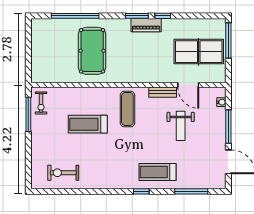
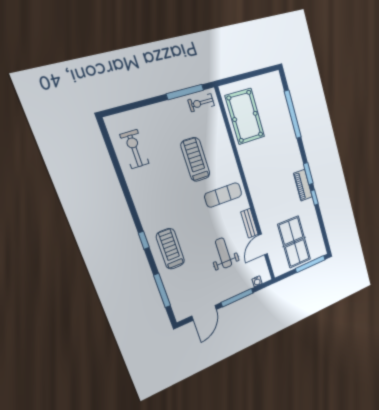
pool table: (92, 51) -> (245, 116), moved, turned 90
weight bench: (181, 126) -> (224, 253), turned 90

